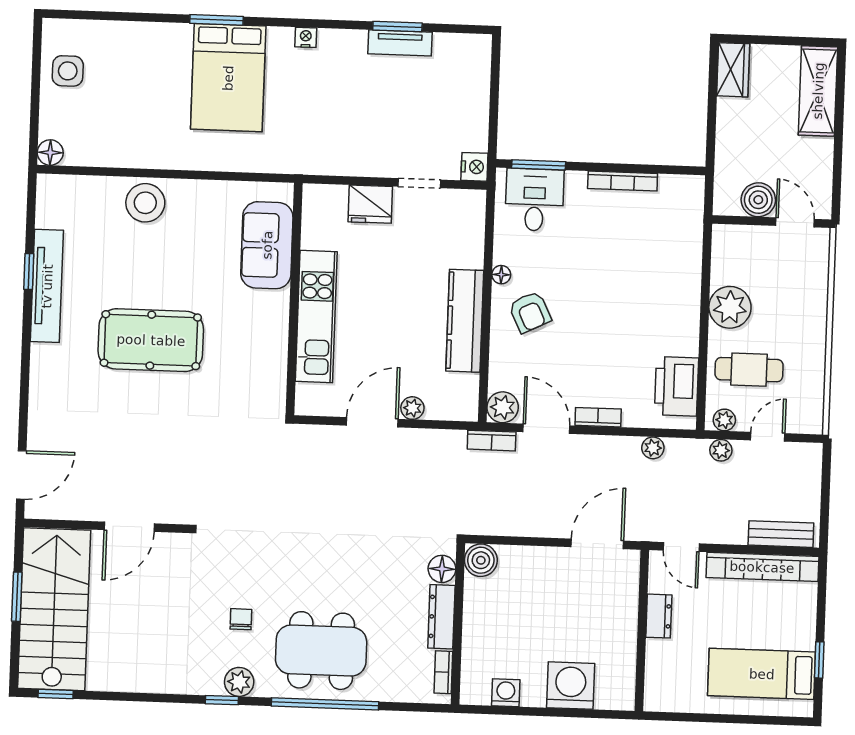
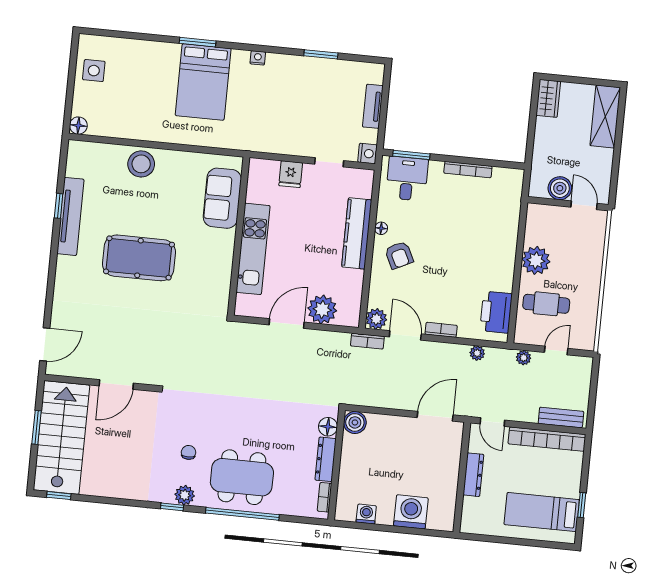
tv unit: (400, 43) -> (373, 106), moved, turned 90
fridge: (370, 204) -> (291, 174), width x0.72
kitchen counter: (465, 321) -> (357, 233), moved
plant: (412, 408) -> (322, 309), width x1.88, depth x1.88
plant: (724, 420) -> (527, 337), removed
dresser: (659, 616) -> (473, 475), width x1.44

